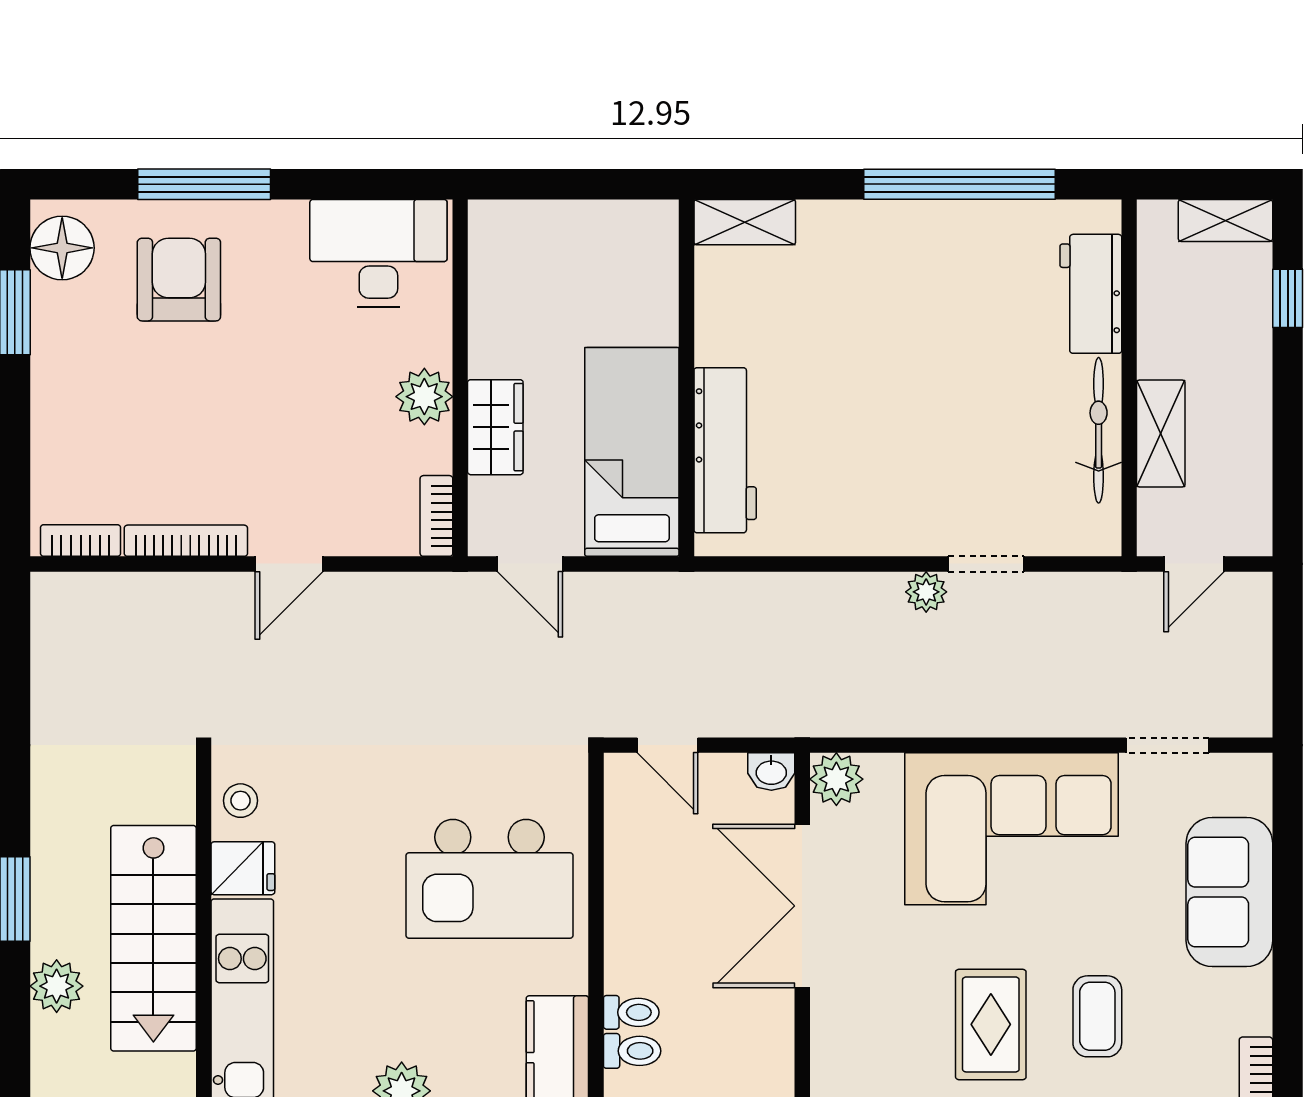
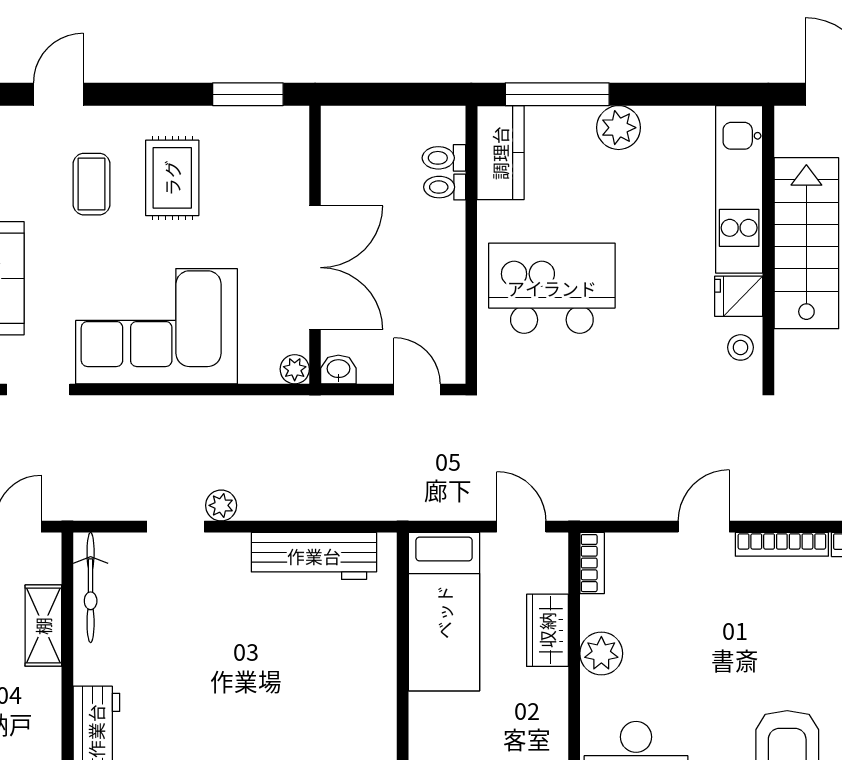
bicycle: (1099, 430) -> (91, 588), moved
workbench: (725, 450) -> (314, 556), moved, turned -90
plant: (836, 779) -> (295, 369), width x0.73, depth x0.73

